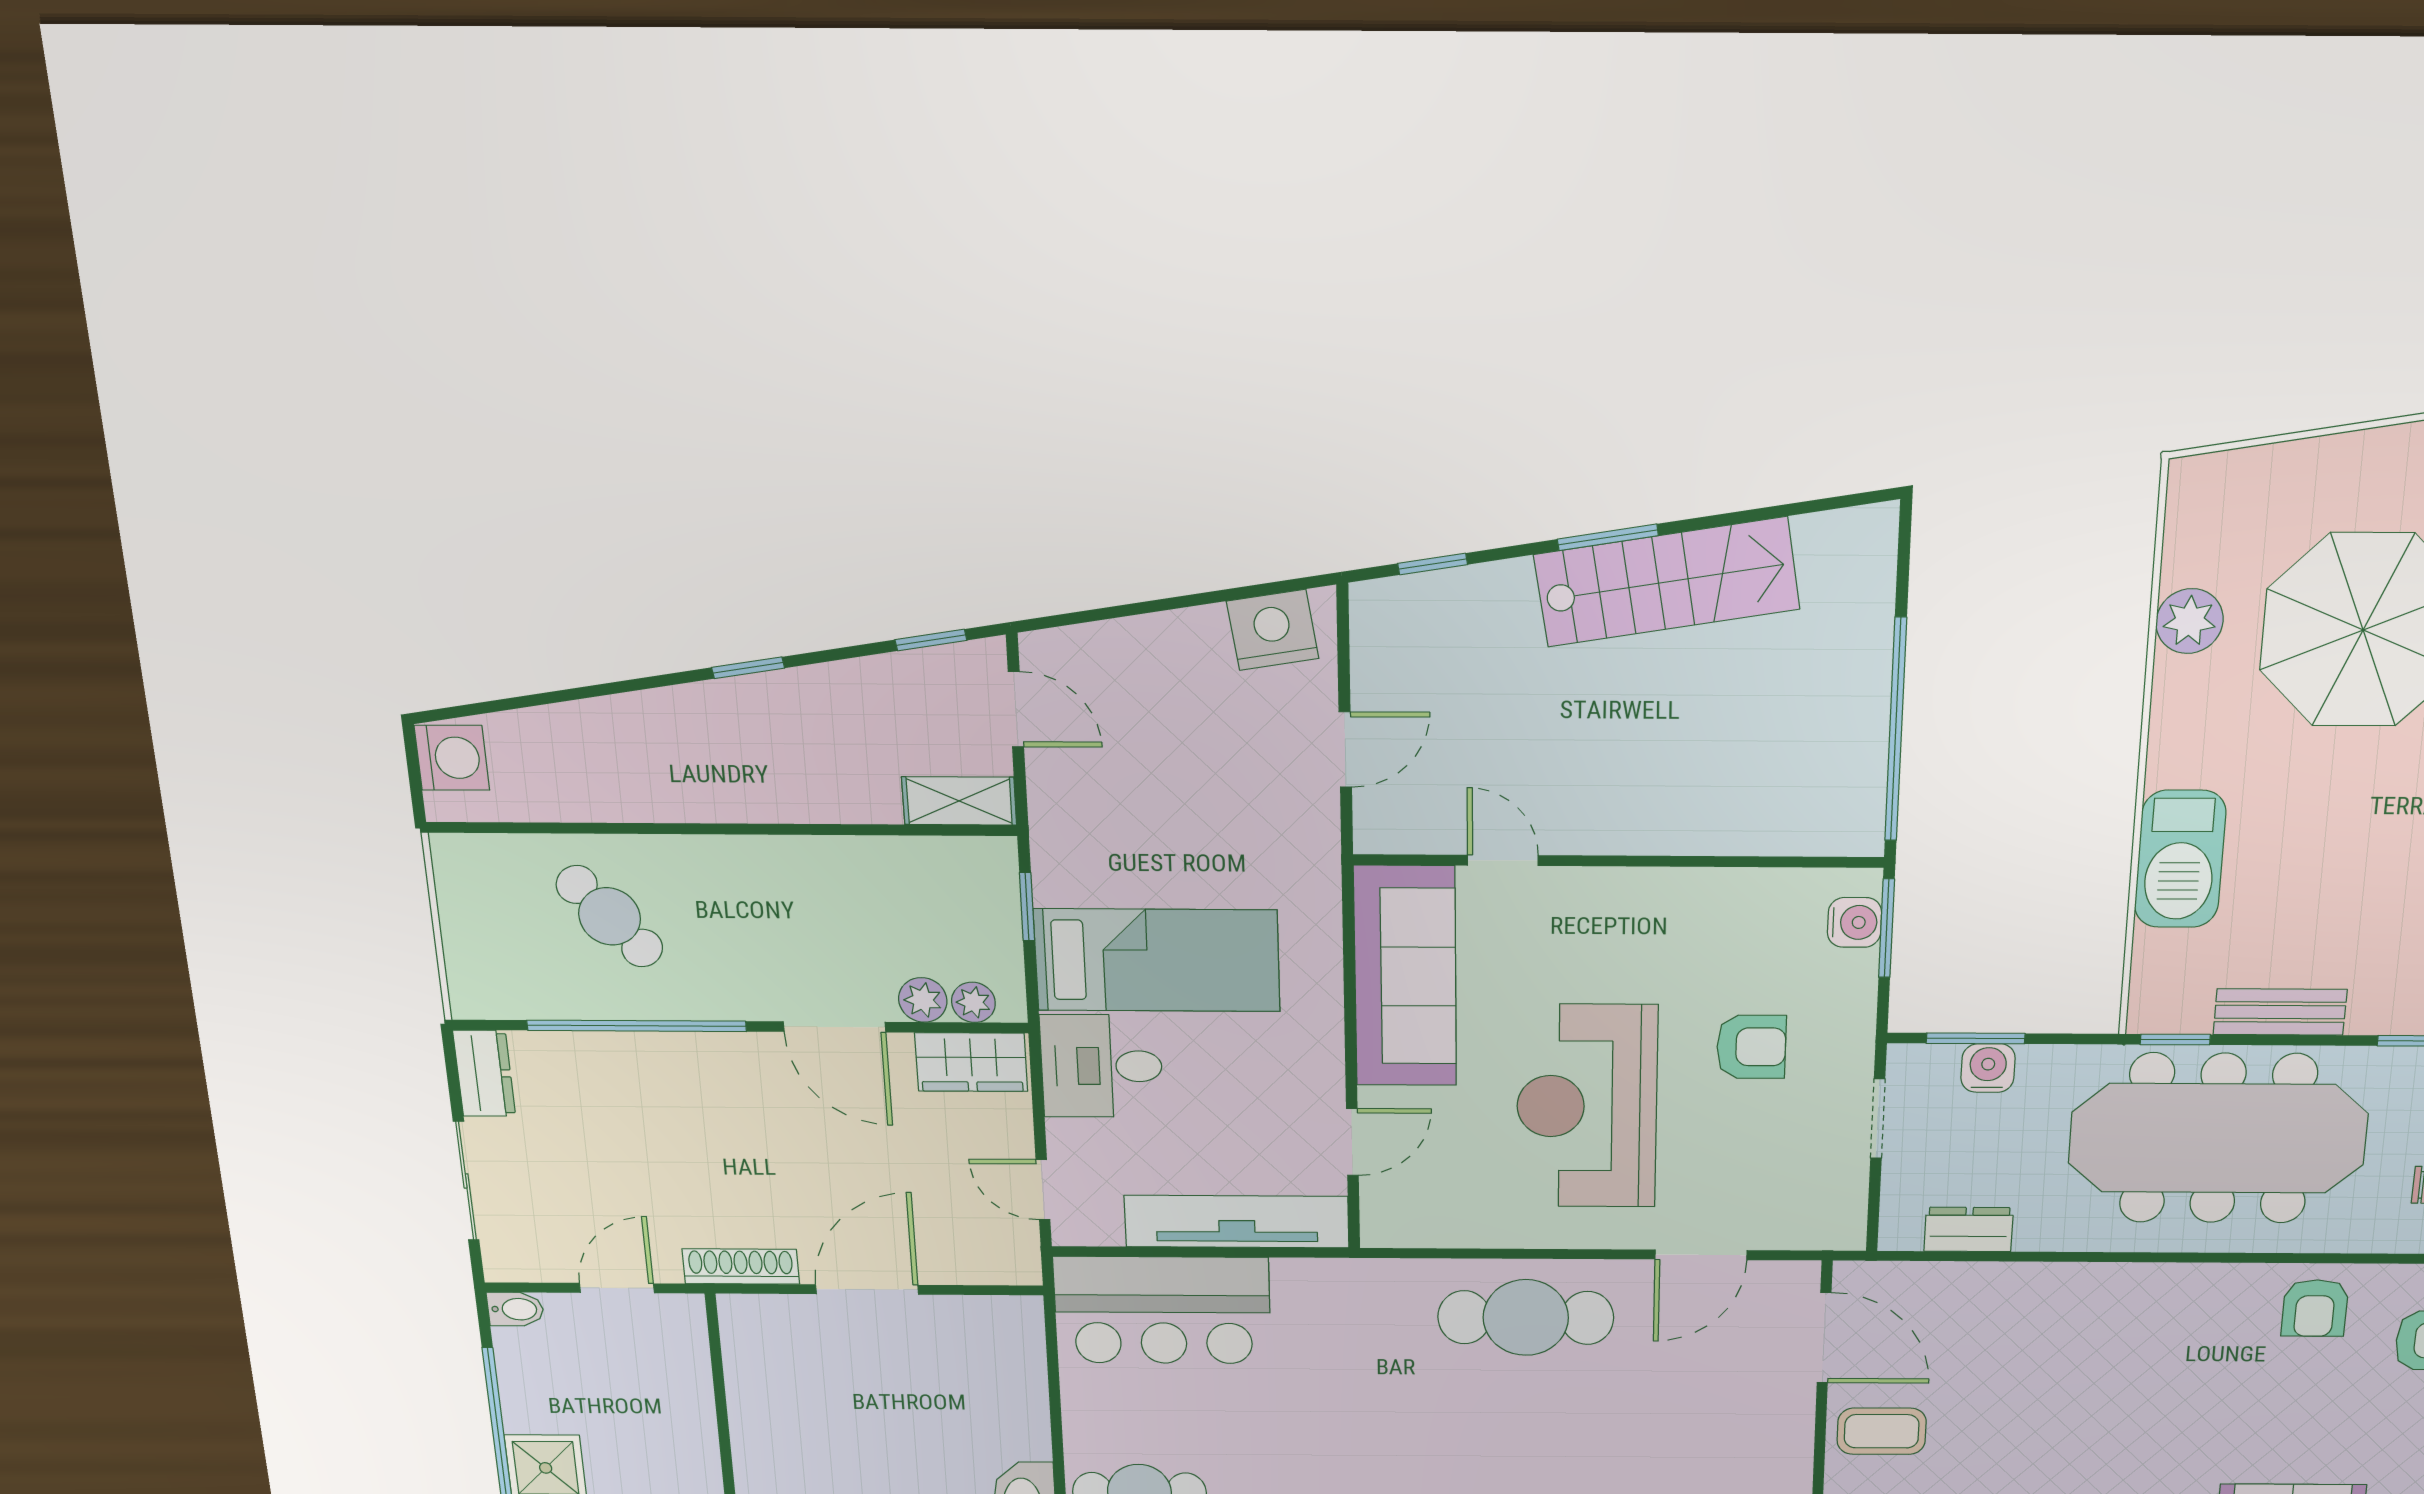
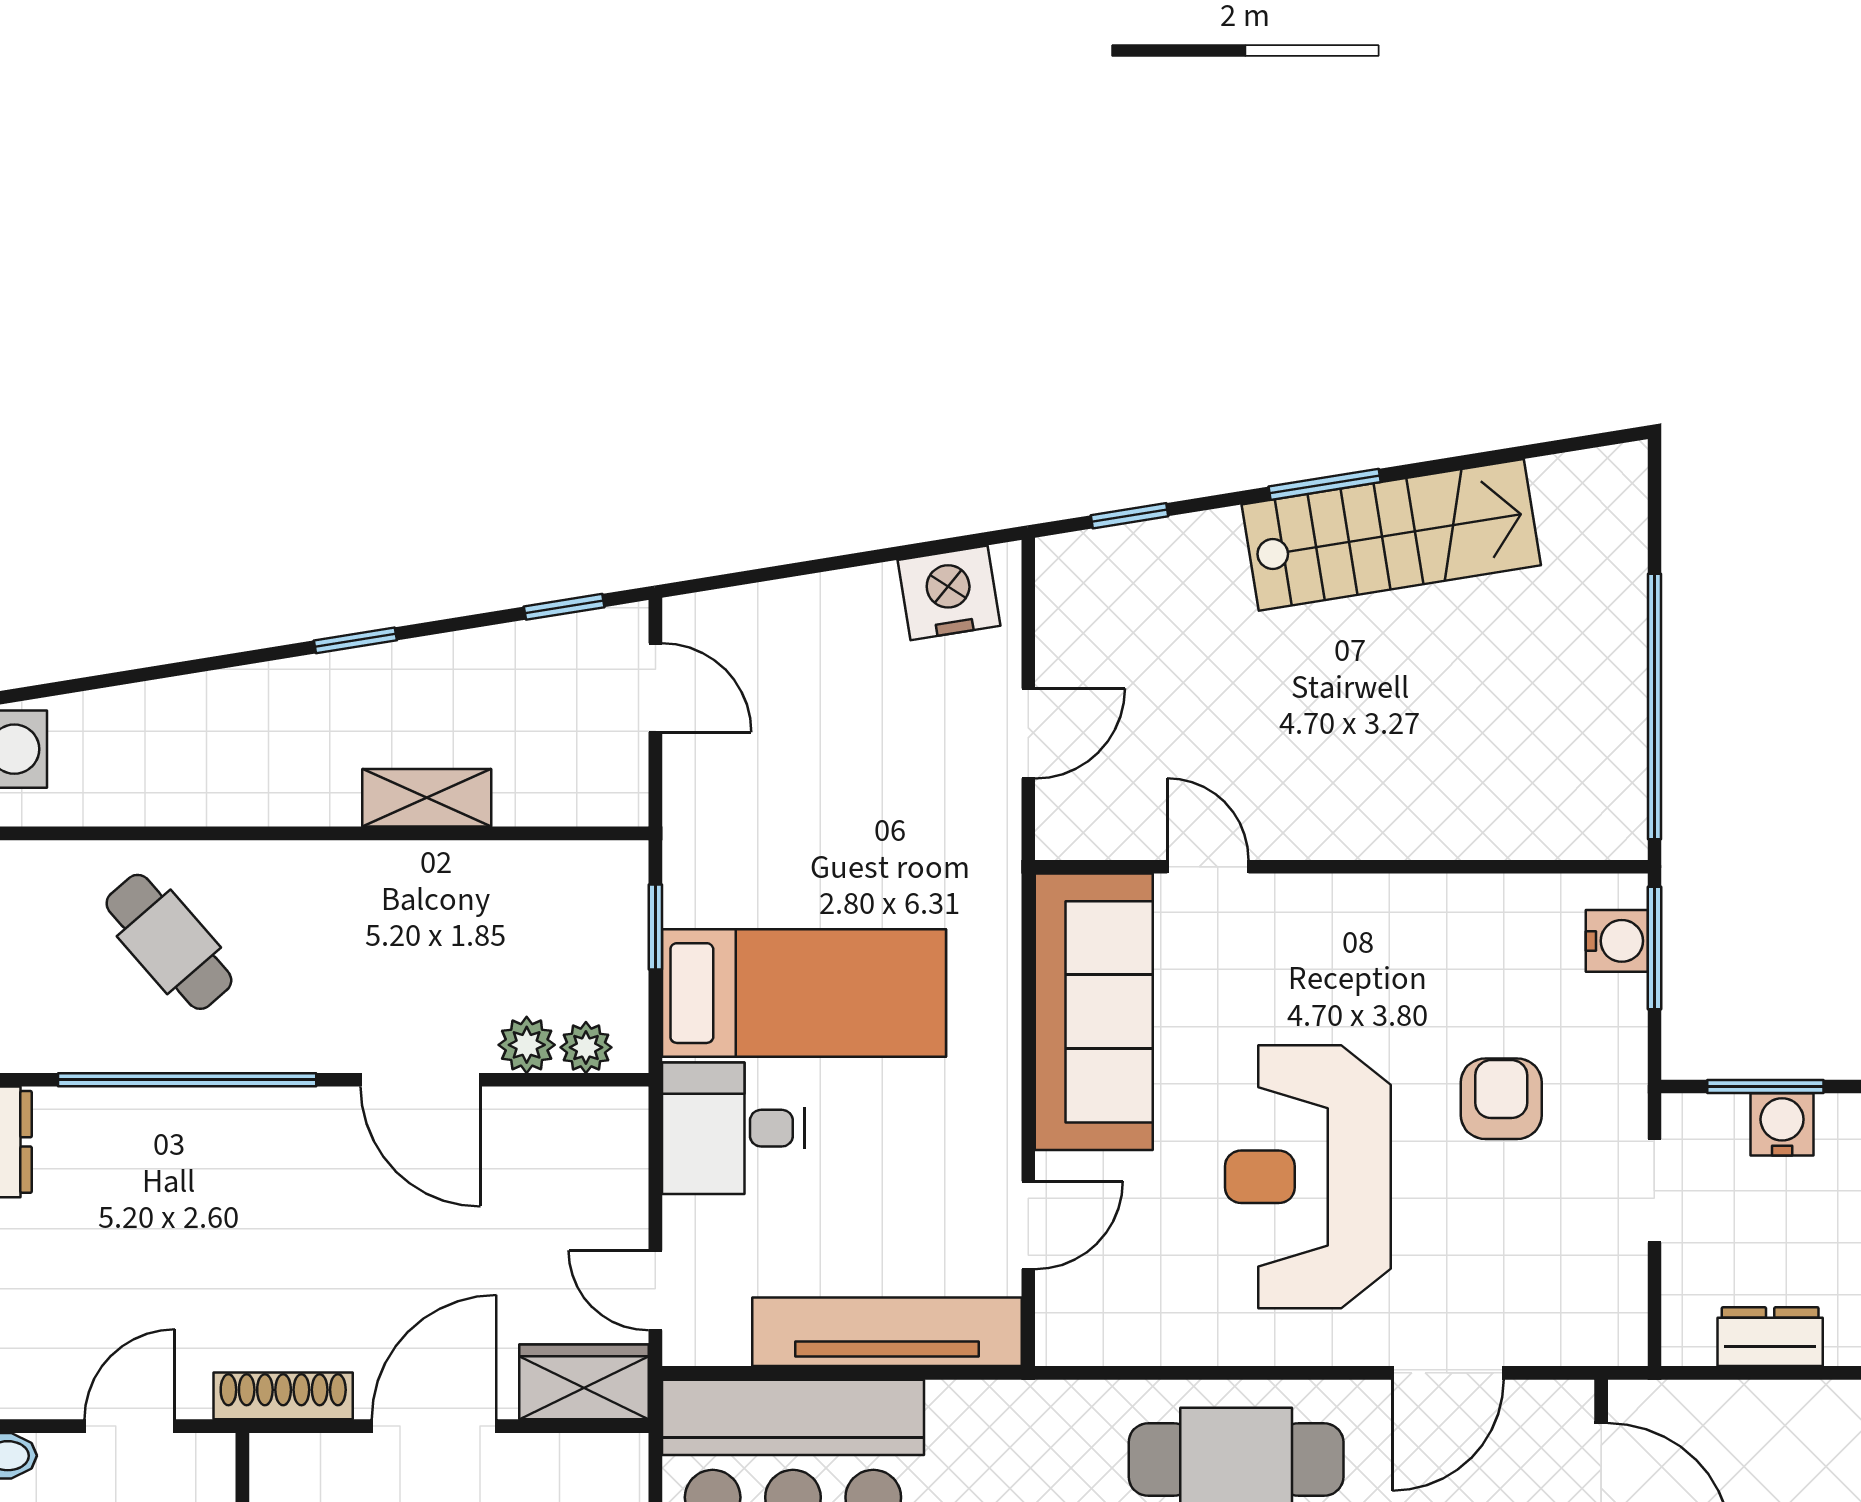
shelving: (959, 801) -> (427, 798), moved
armchair: (1751, 1047) -> (1501, 1099), turned -90
wardrobe: (971, 1062) -> (584, 1382), moved, turned 180

